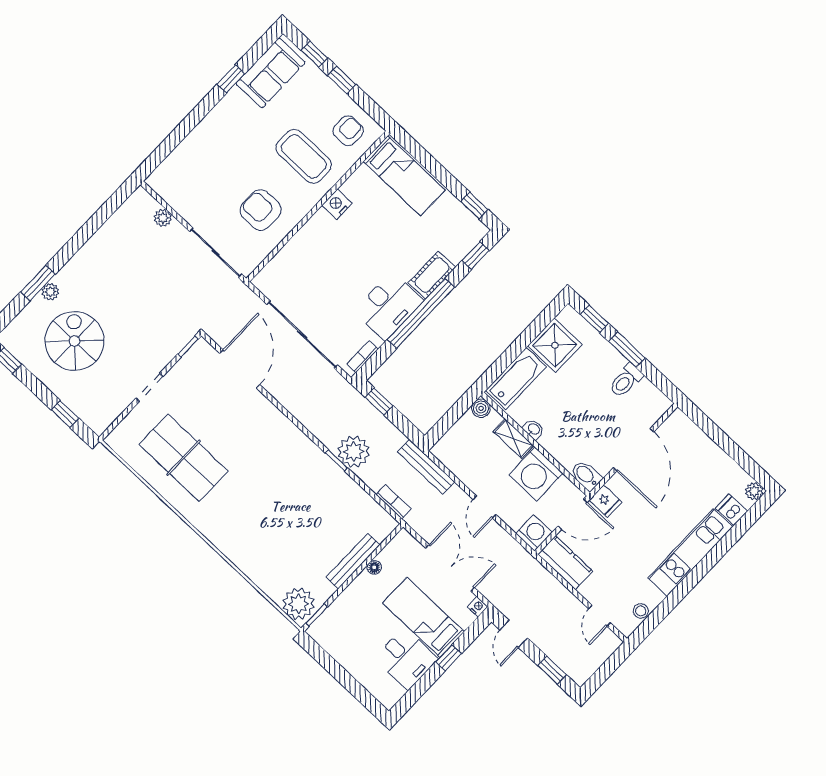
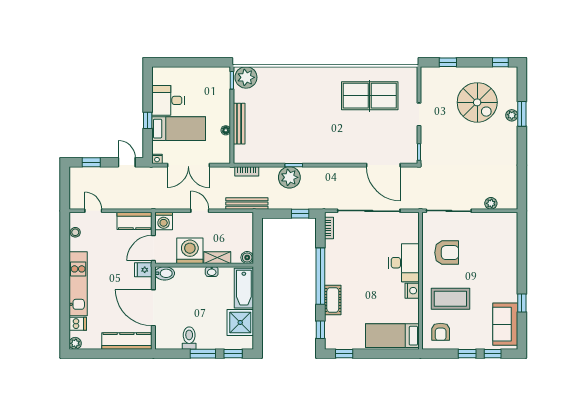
desk: (388, 306) -> (404, 263), moved, turned 180
kitchen counter: (696, 441) -> (127, 341), added

